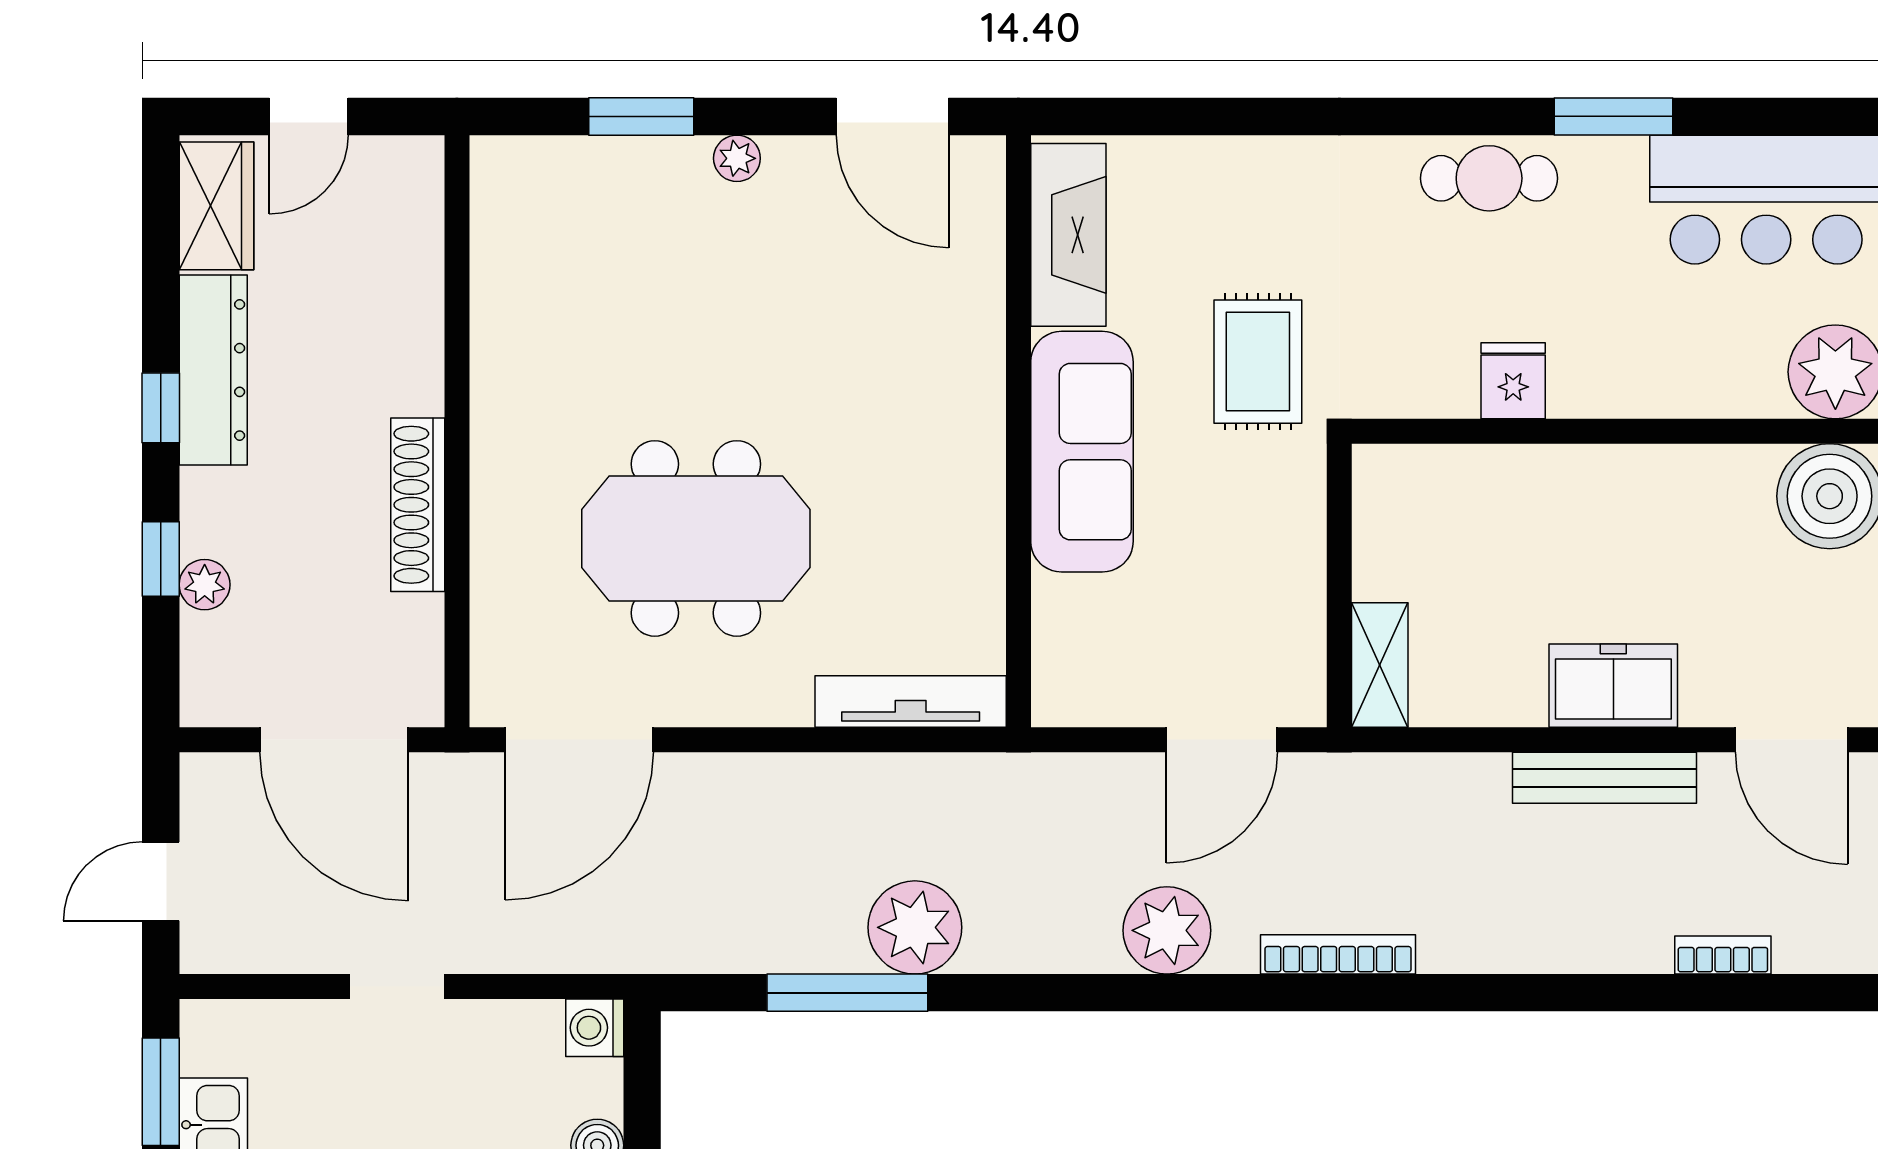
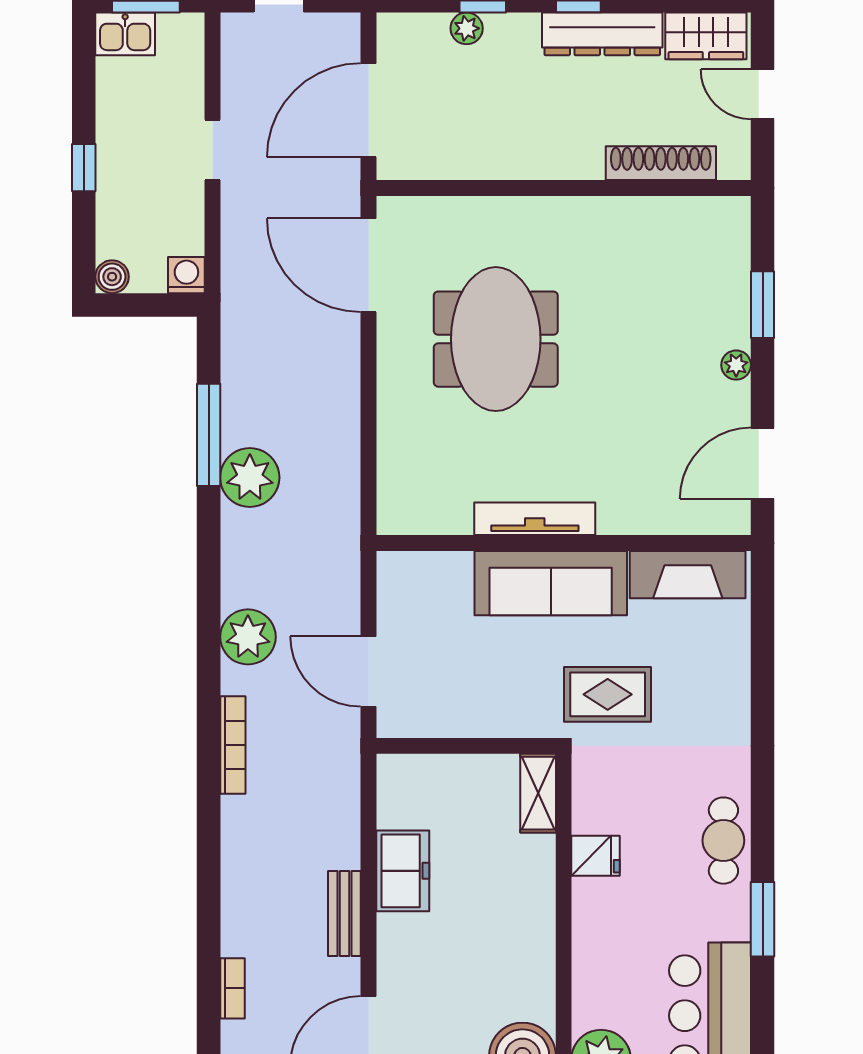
shoe rack: (418, 505) -> (661, 163), moved
shelving: (1380, 665) -> (538, 793), moved, turned 90
freezer: (1613, 686) -> (403, 871), moved
tv unit: (911, 701) -> (535, 519), moved, turned -90
bench: (1605, 778) -> (344, 914), width x0.73

